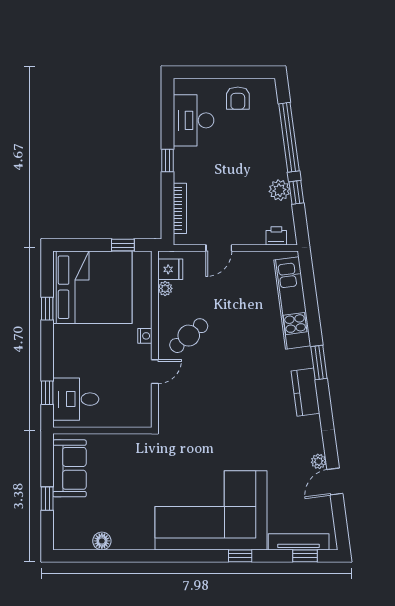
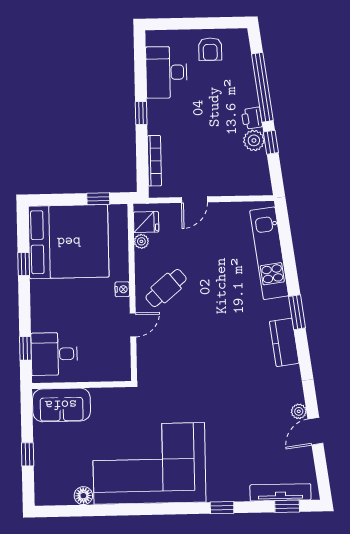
printer: (276, 236) -> (252, 118), moved, turned -98
sofa: (69, 468) -> (61, 405), moved, turned 90
corner sofa: (211, 510) -> (149, 463), moved

